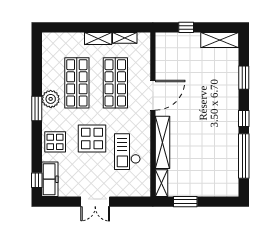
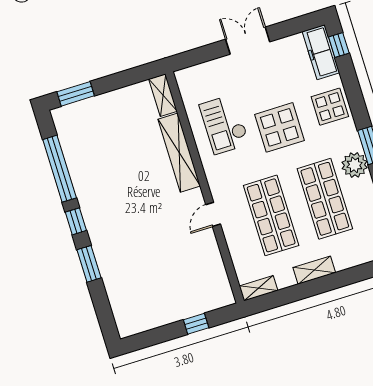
shelving: (125, 38) -> (258, 288), moved
shelving: (220, 40) -> (143, 321), removed
window: (244, 78) -> (89, 264), moved
door: (153, 95) -> (213, 214), width x0.53
checkout: (127, 152) -> (224, 124), turned 180
window: (185, 202) -> (76, 94), moved

